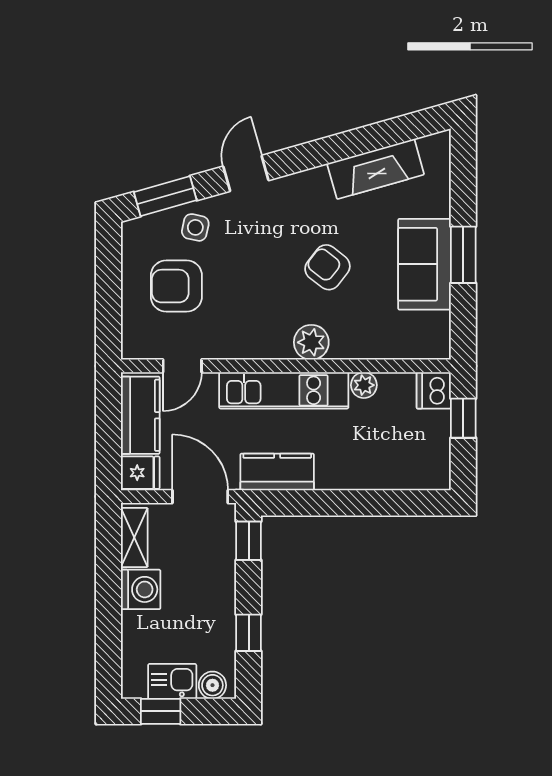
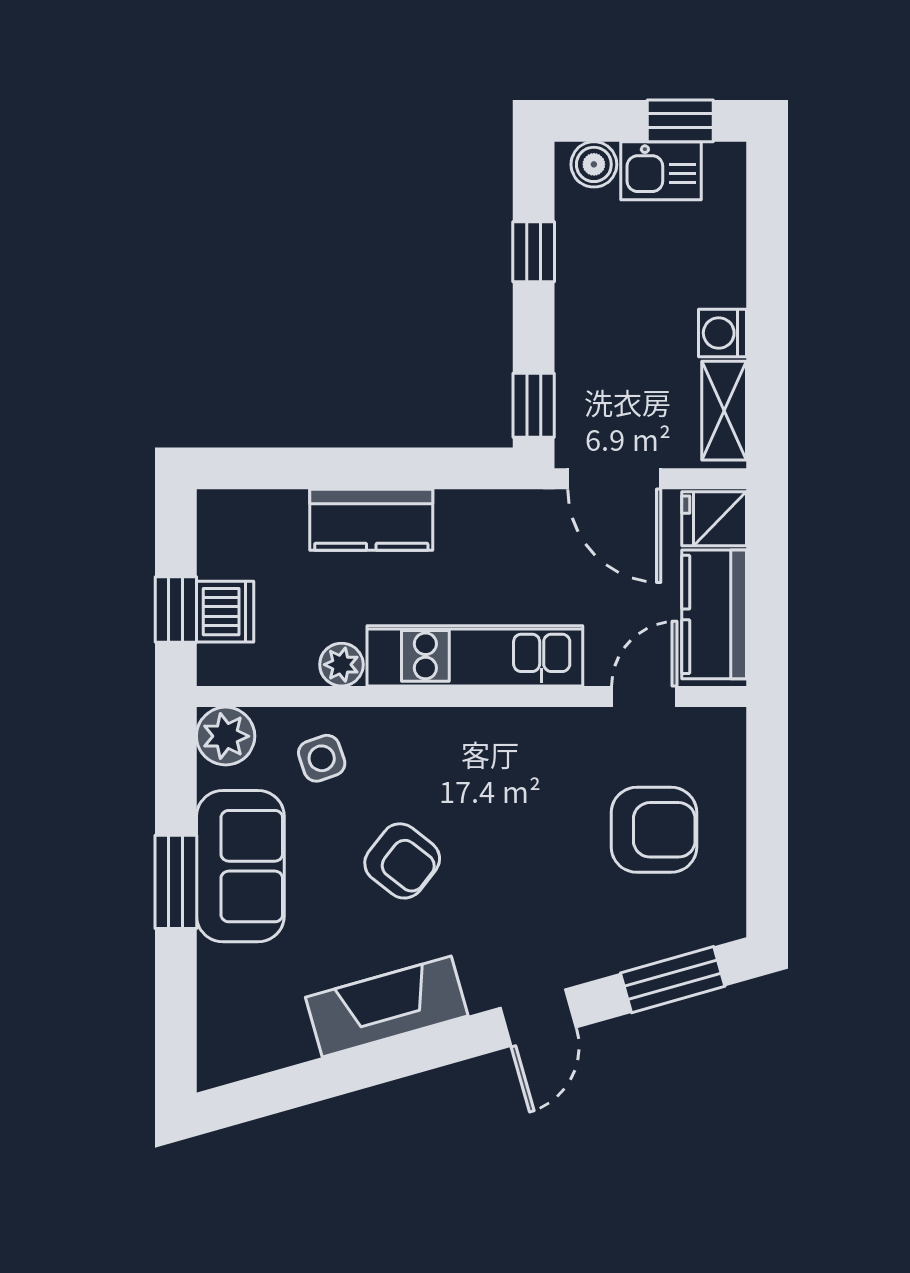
fireplace: (376, 169) -> (387, 1007), moved
side table: (195, 227) -> (322, 758), moved, turned -31
plant: (311, 342) -> (226, 736), moved
dishwasher: (434, 390) -> (225, 612), moved
kitchen counter: (277, 472) -> (371, 520), moved
washing machine: (141, 589) -> (723, 333), width x0.73, depth x0.73

